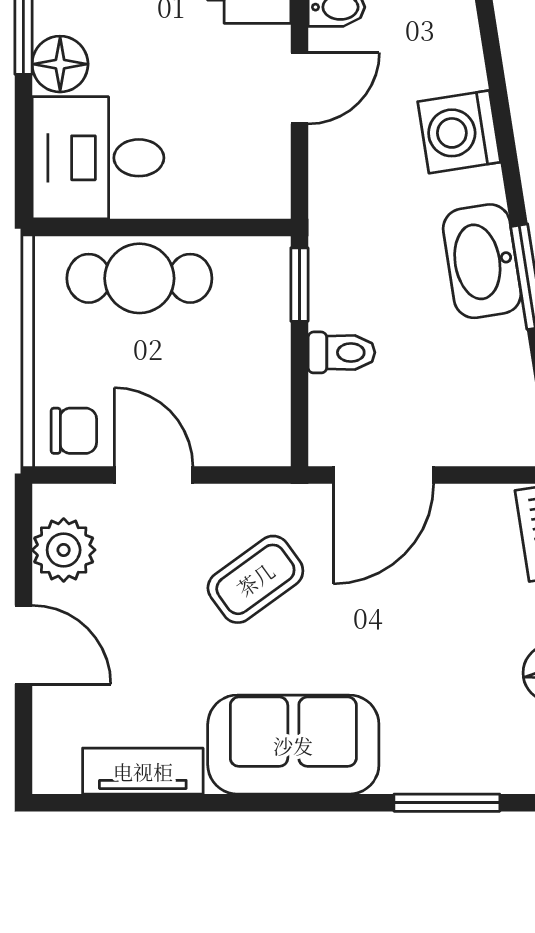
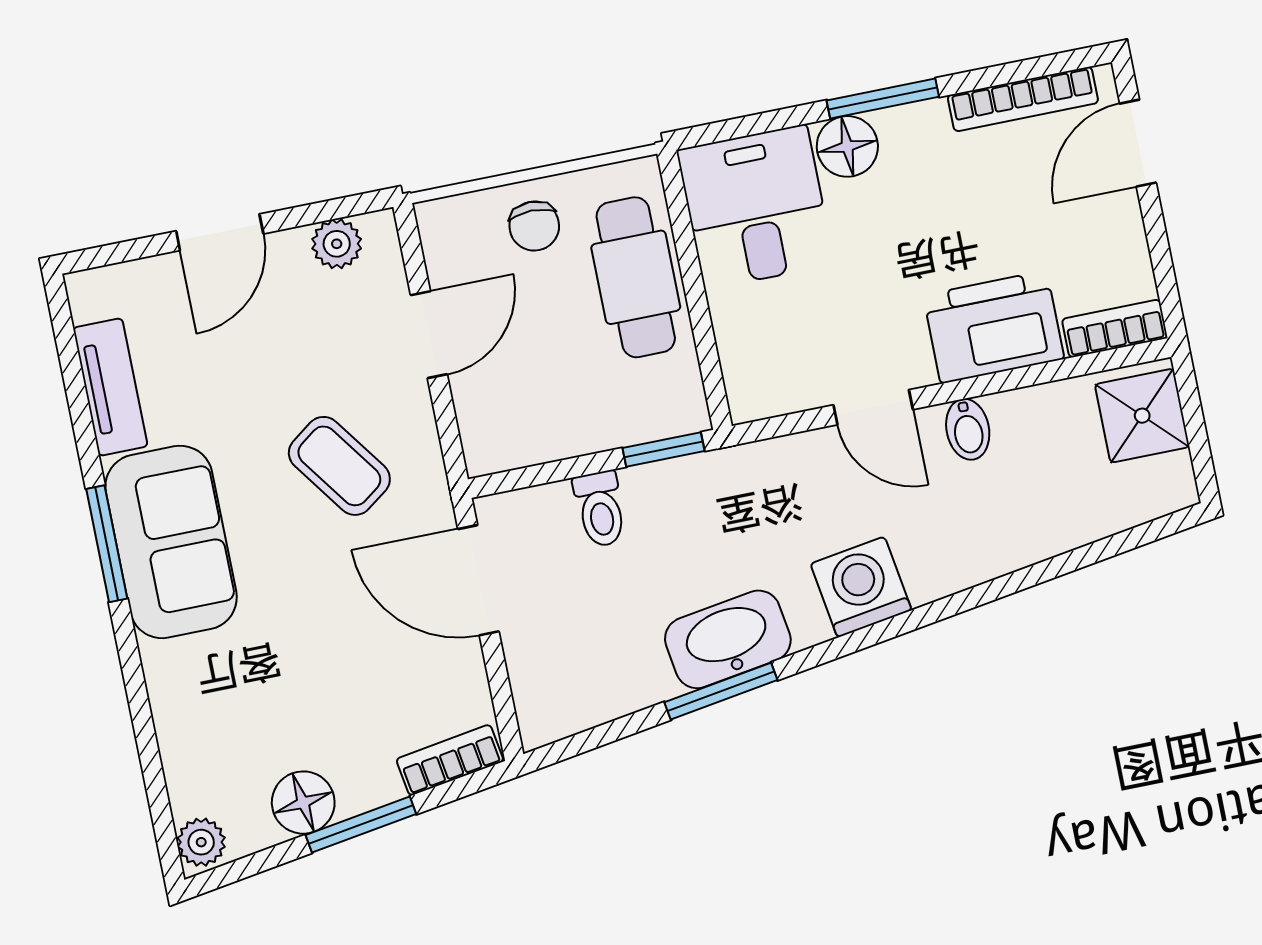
chair: (74, 431) -> (534, 226), moved
plant: (64, 550) -> (337, 244), width x0.73, depth x0.73
window: (447, 803) -> (107, 544), moved

